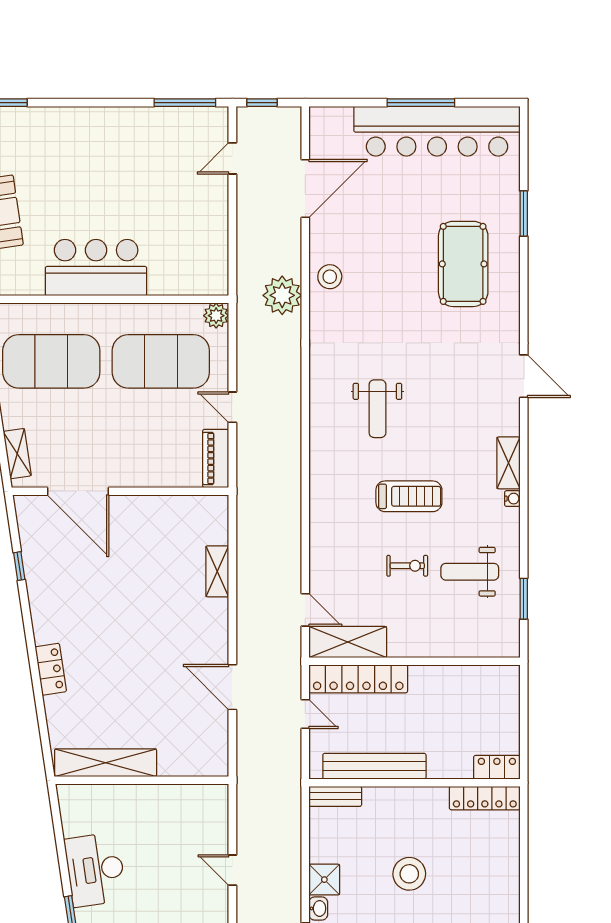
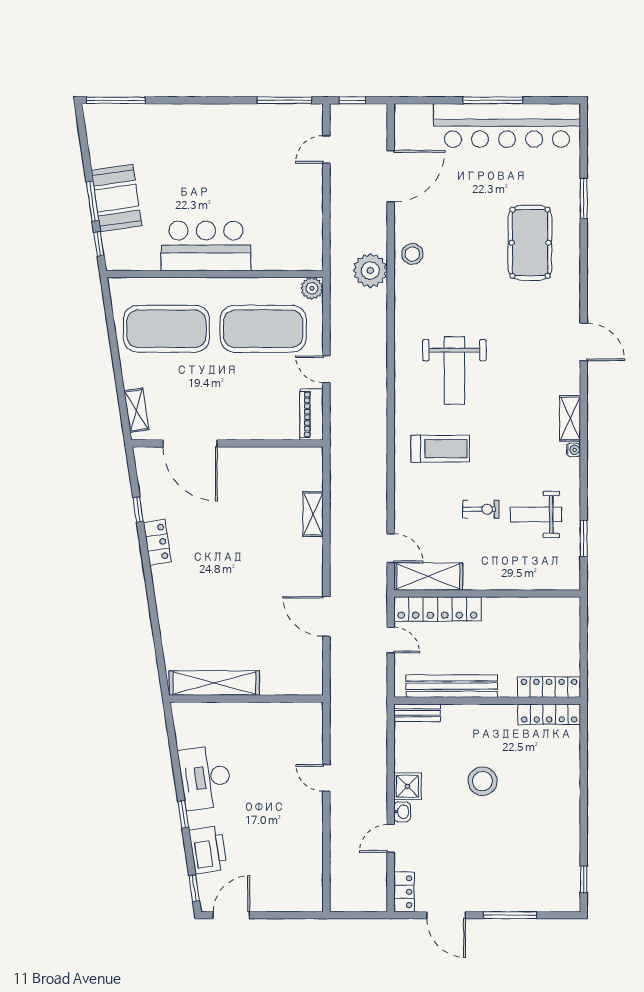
weight bench: (377, 409) -> (454, 370), width x1.36, depth x1.33
treadmill: (409, 496) -> (440, 449), moved
locker: (51, 669) -> (157, 542), moved
locker: (497, 767) -> (549, 687), width x1.53

